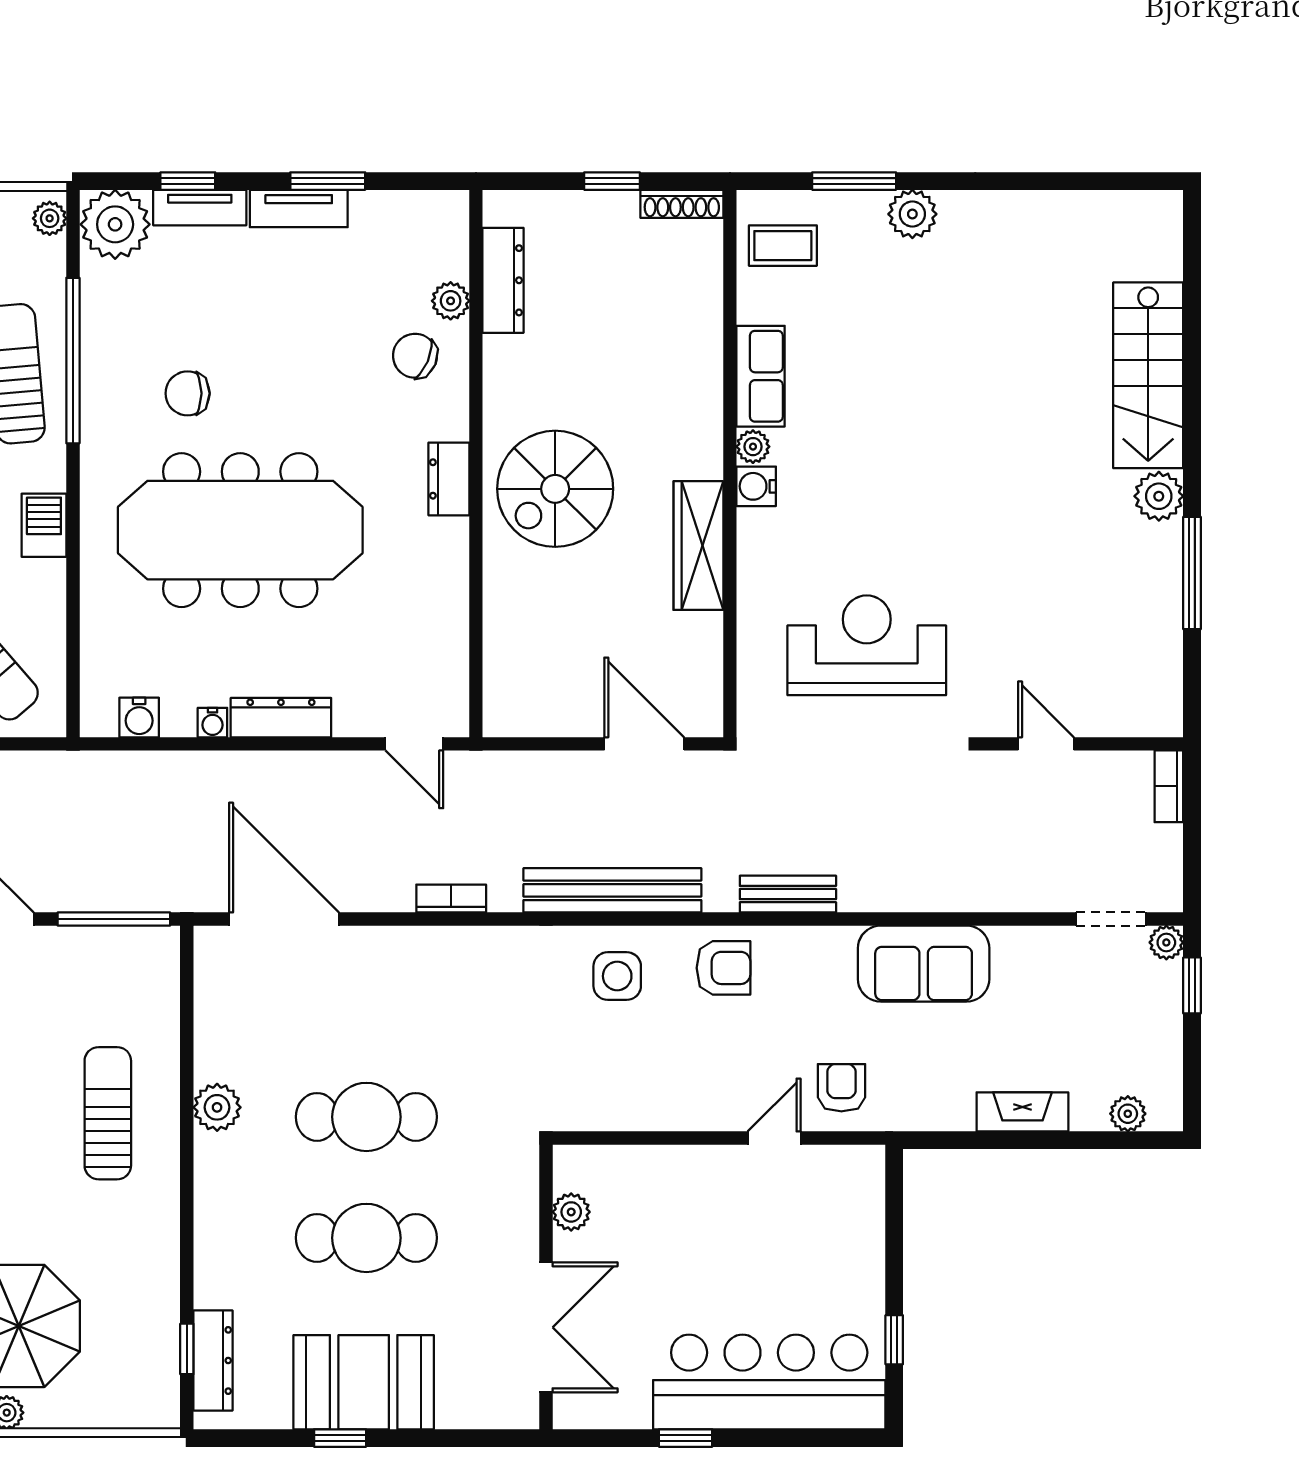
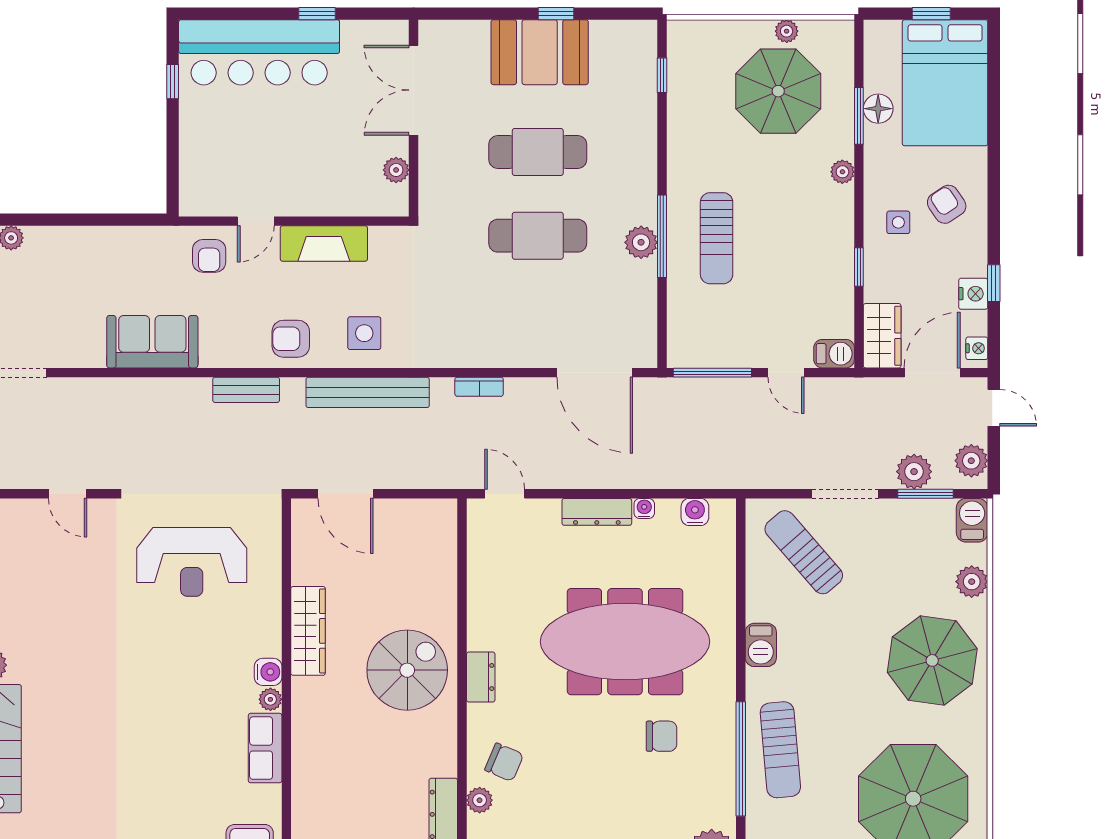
fireplace: (1022, 1112) -> (324, 244), moved, width x1.37, depth x1.32
window: (187, 1116) -> (662, 236), added
dresser: (213, 1361) -> (644, 67), removed

